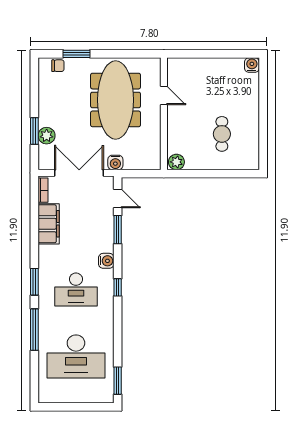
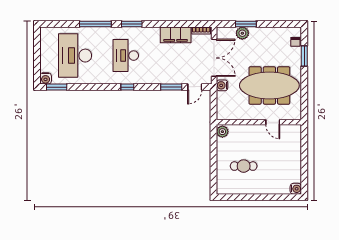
door: (164, 95) -> (273, 122), hinge flipped
water cooler: (106, 261) -> (46, 78), moved

